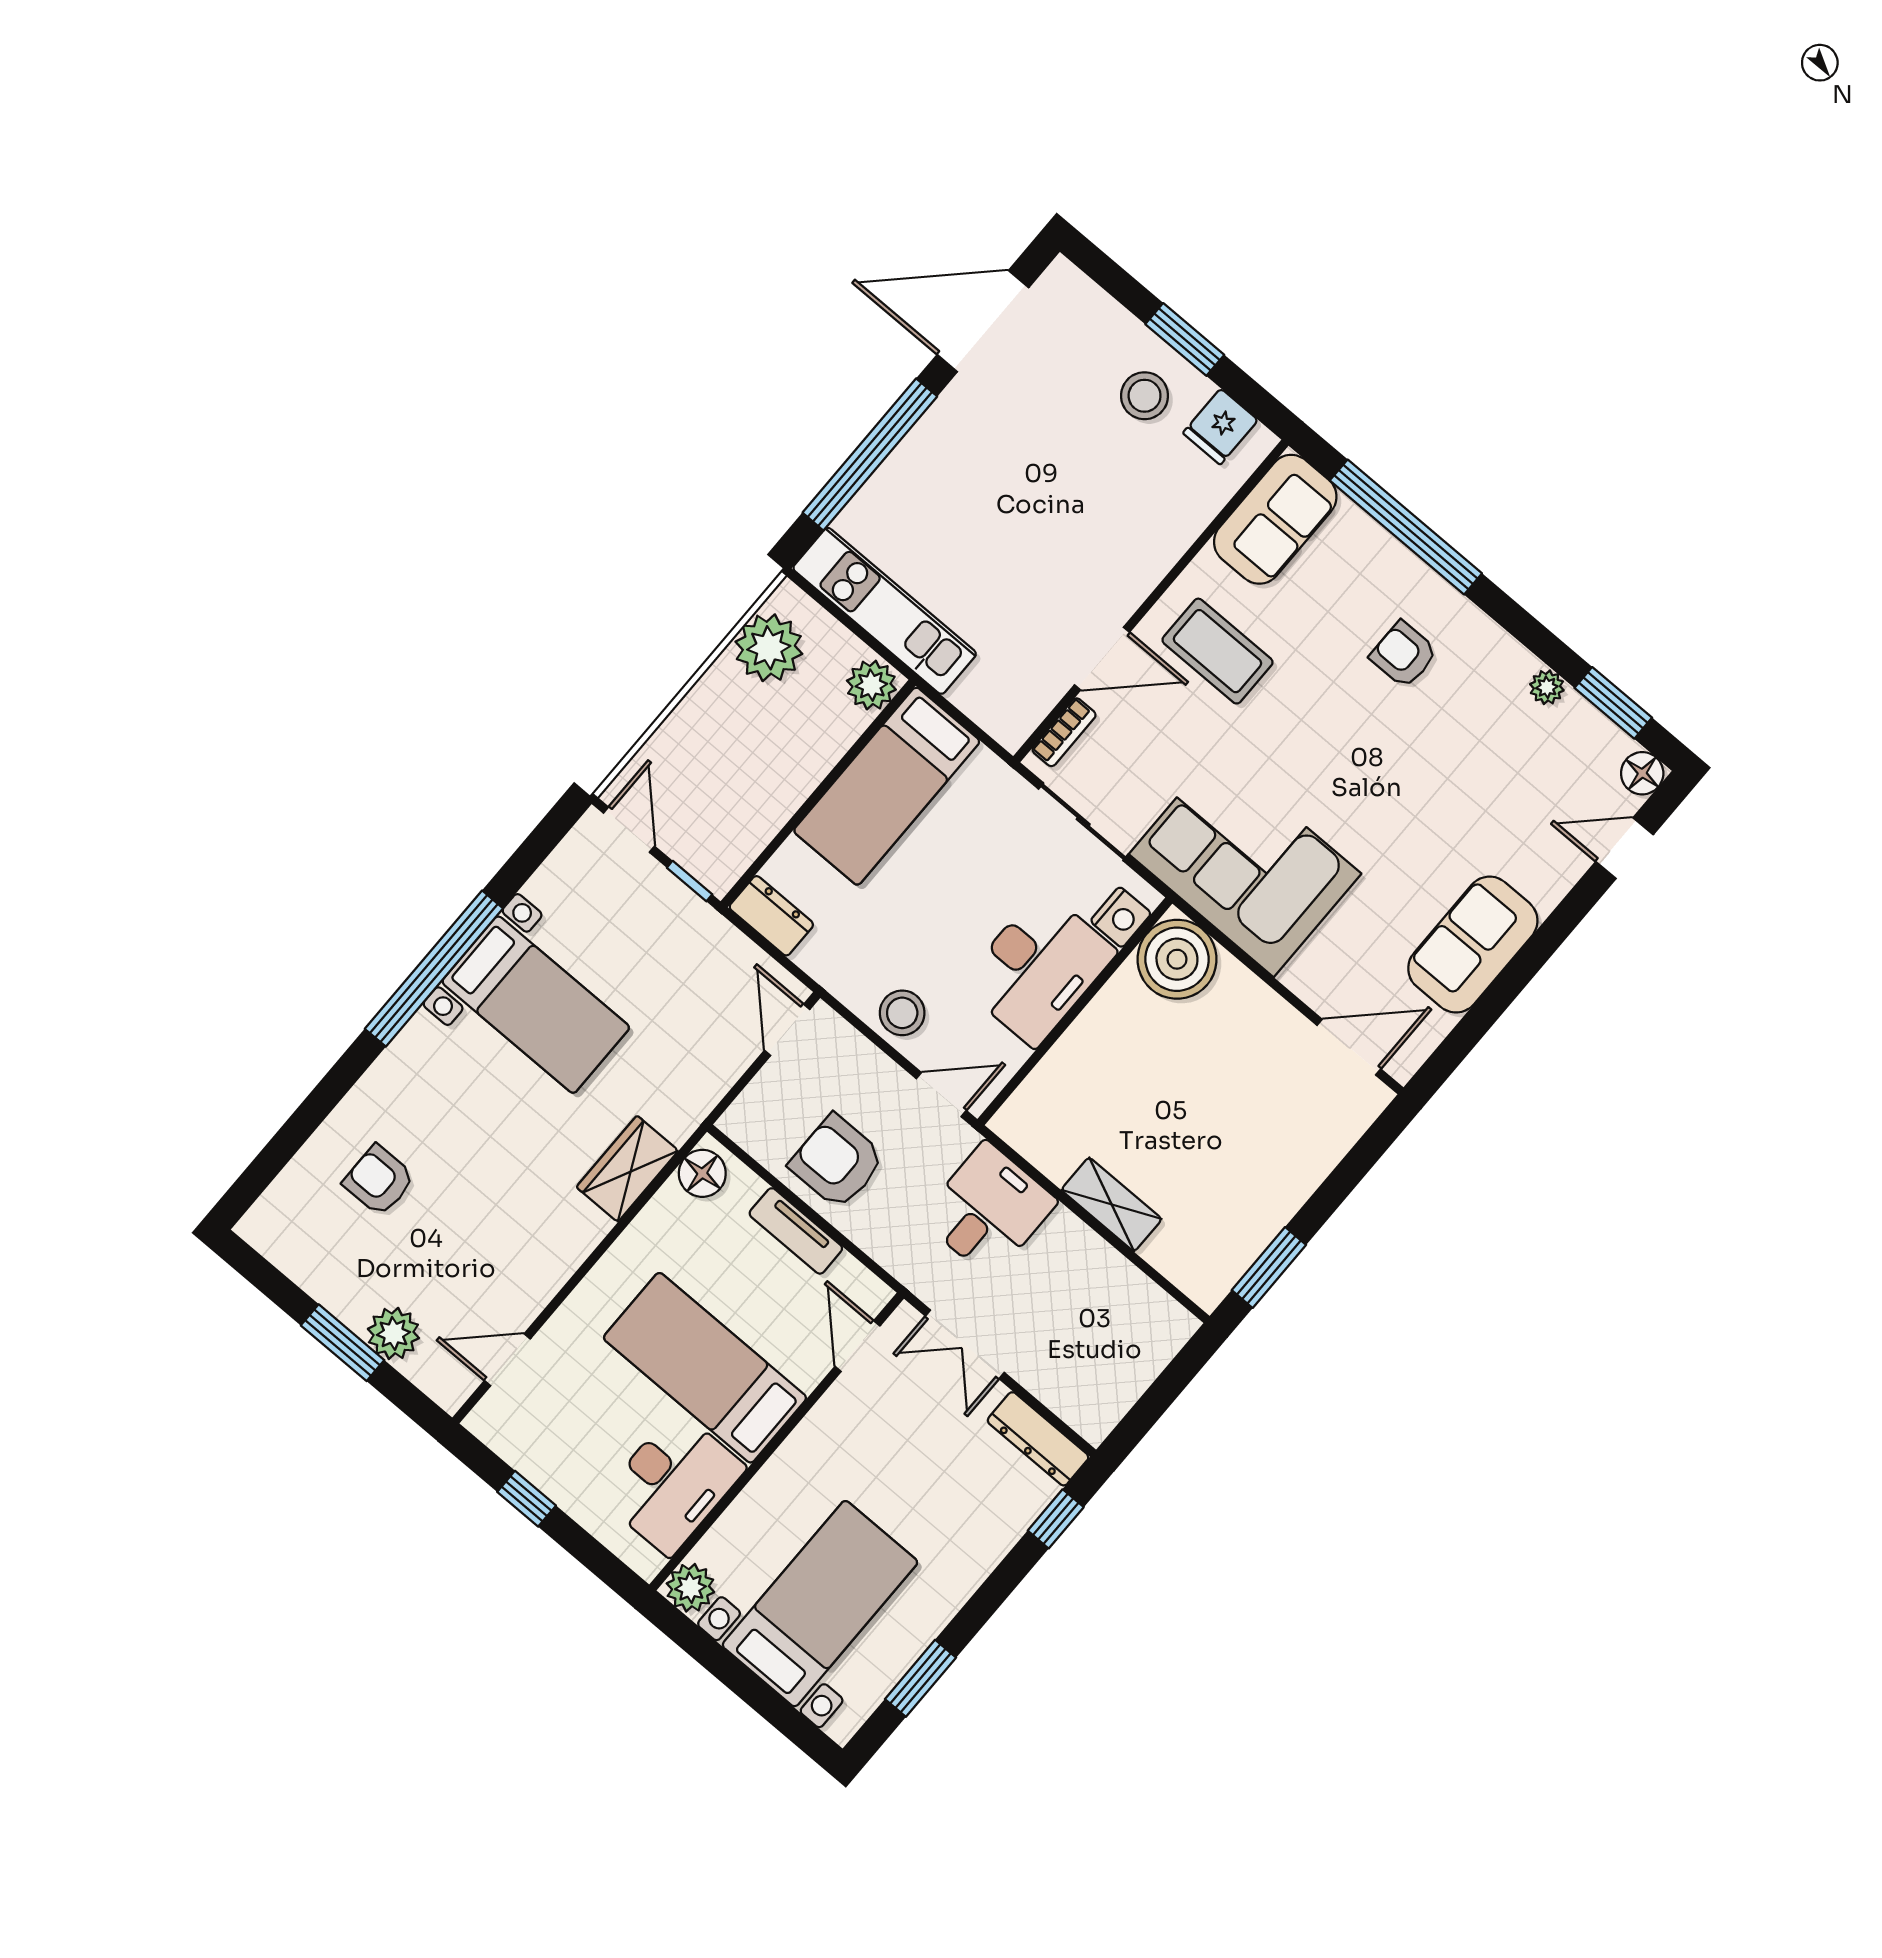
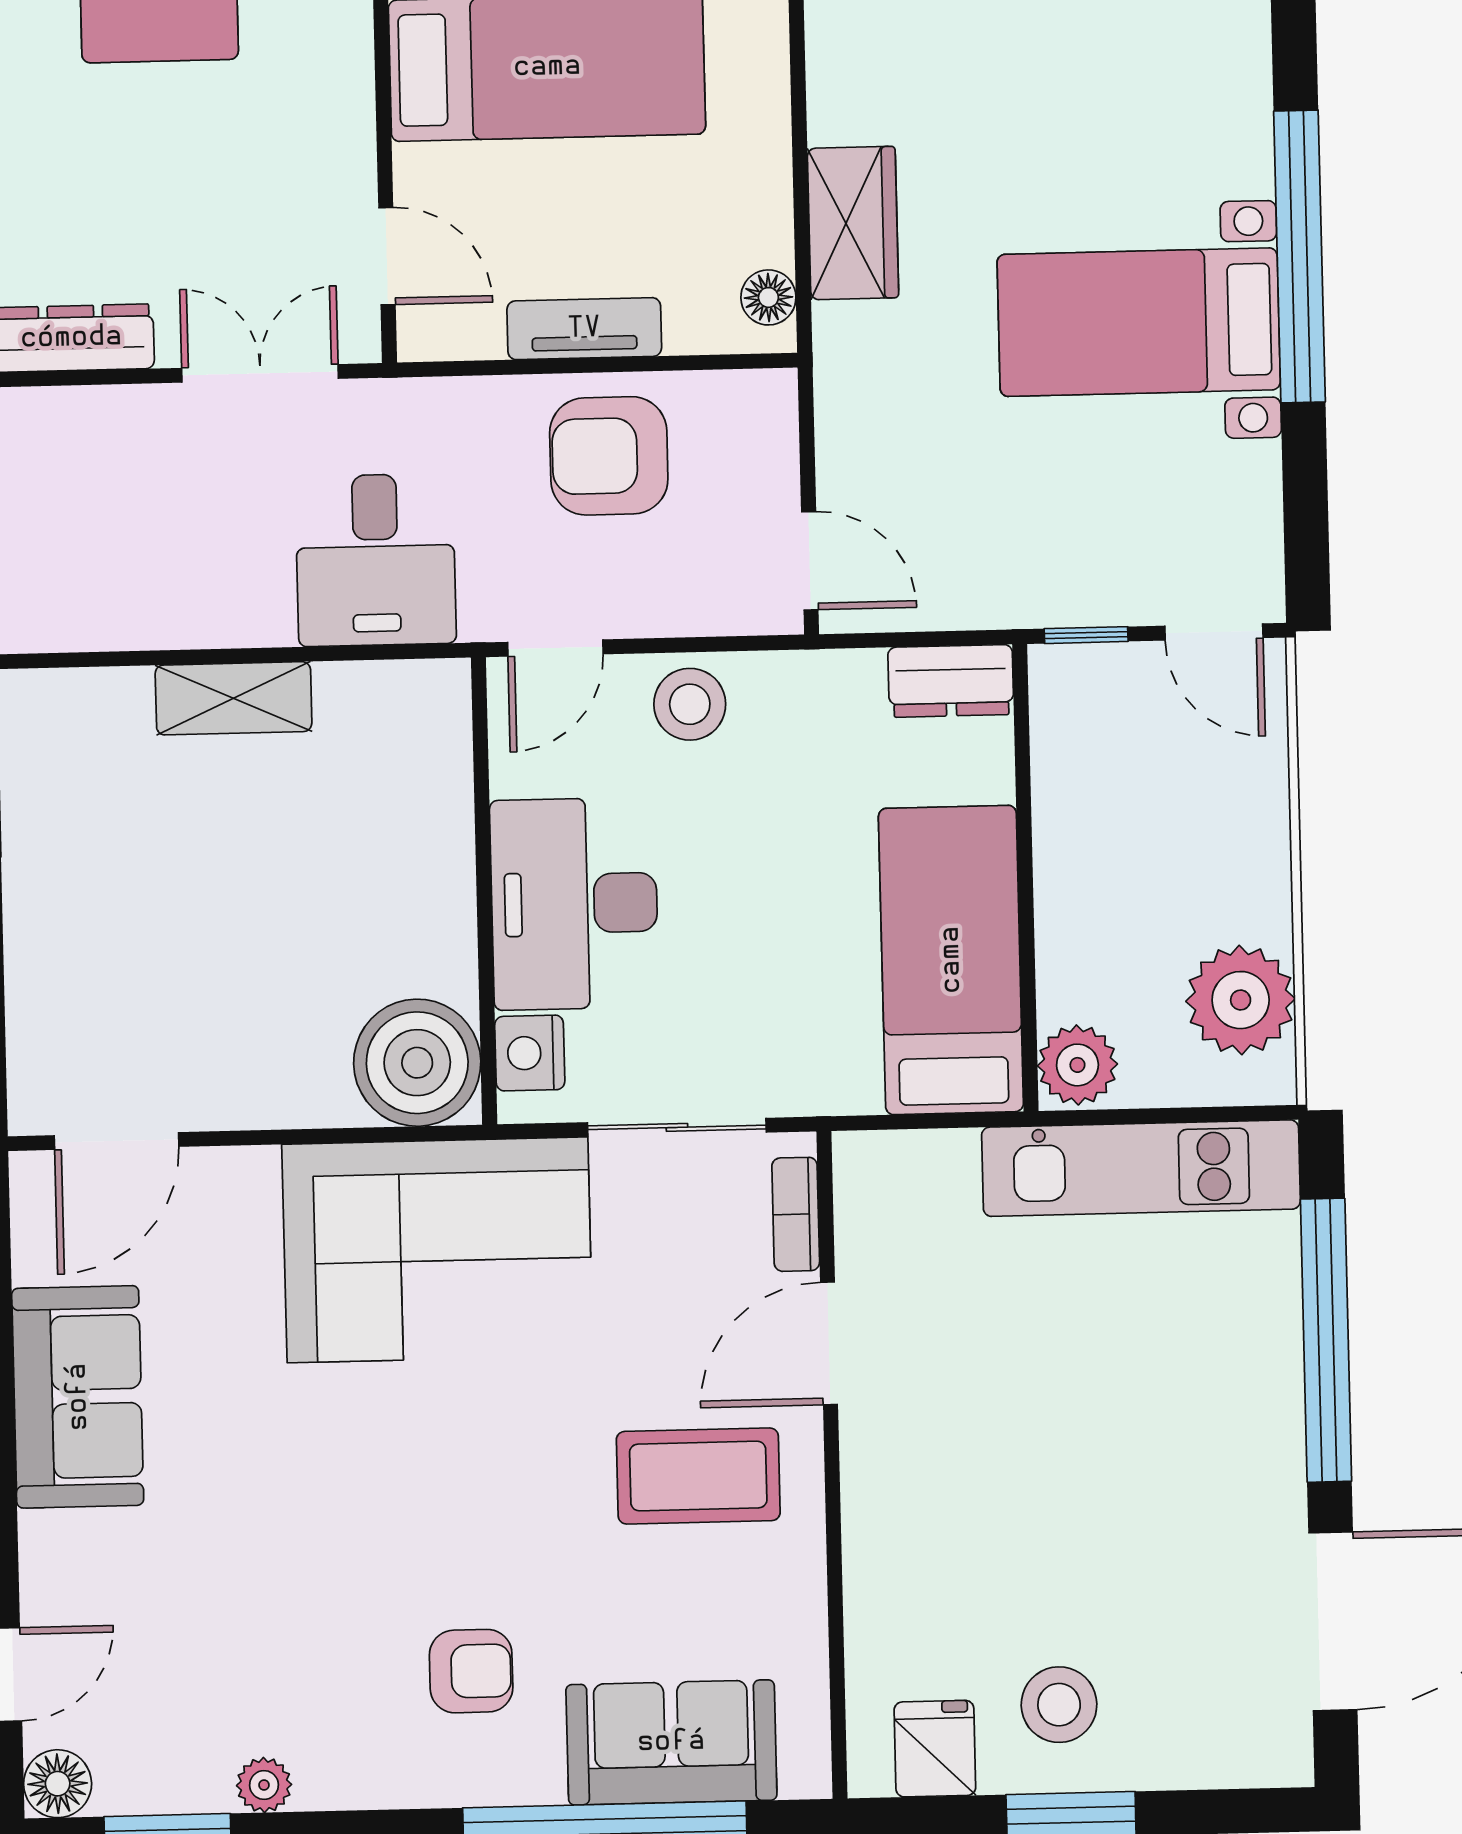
sofa: (1275, 519) -> (671, 1742), moved, turned 90
armchair: (837, 1162) -> (609, 456), turned 180
floor lamp: (702, 1173) -> (768, 297), width x0.73, depth x0.73

